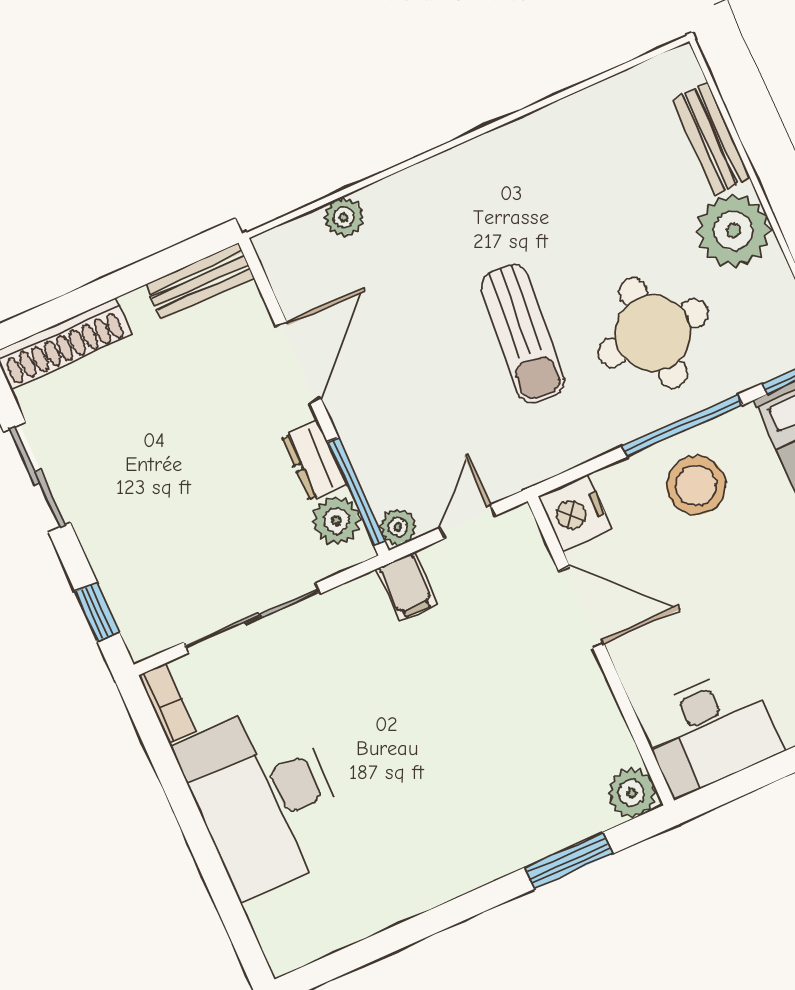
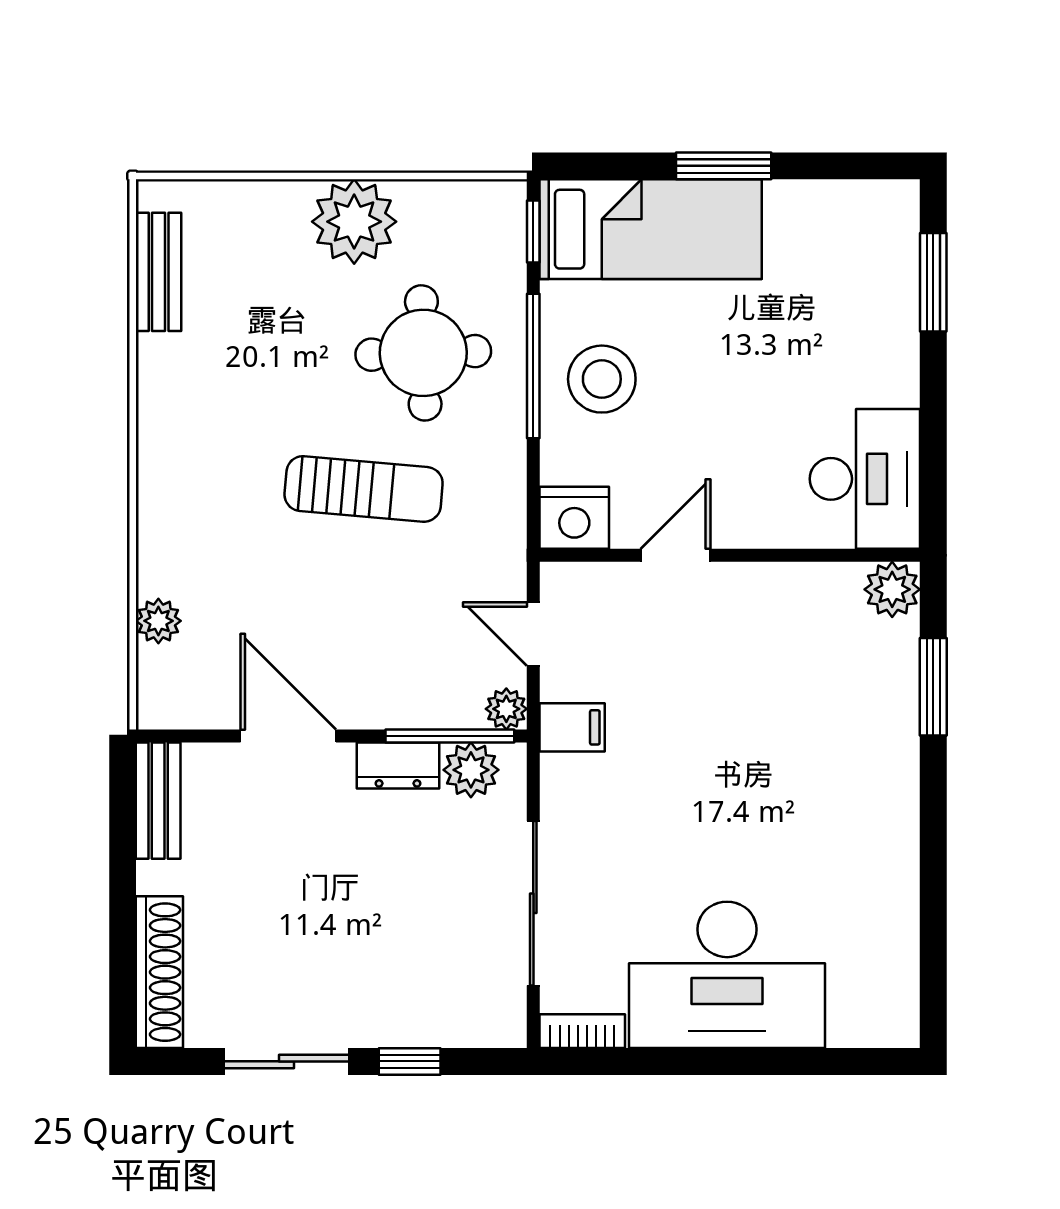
bench: (711, 139) -> (159, 272), moved, turned 90
door: (581, 607) -> (675, 555), width x0.73
window: (97, 612) -> (410, 1061), moved

